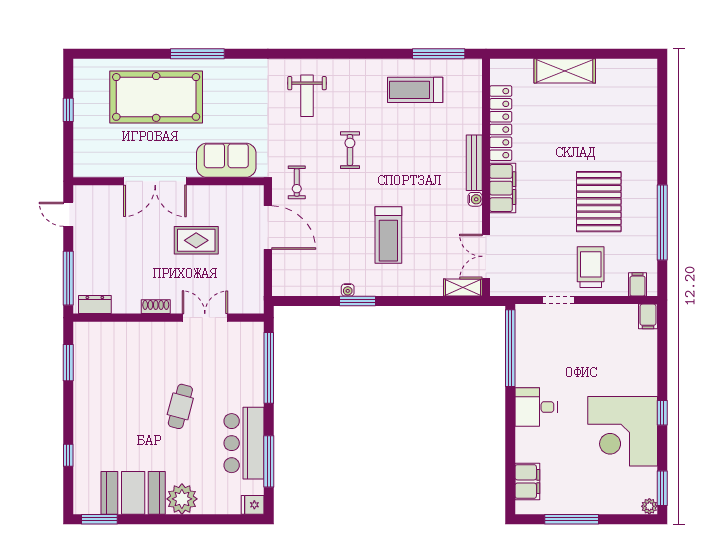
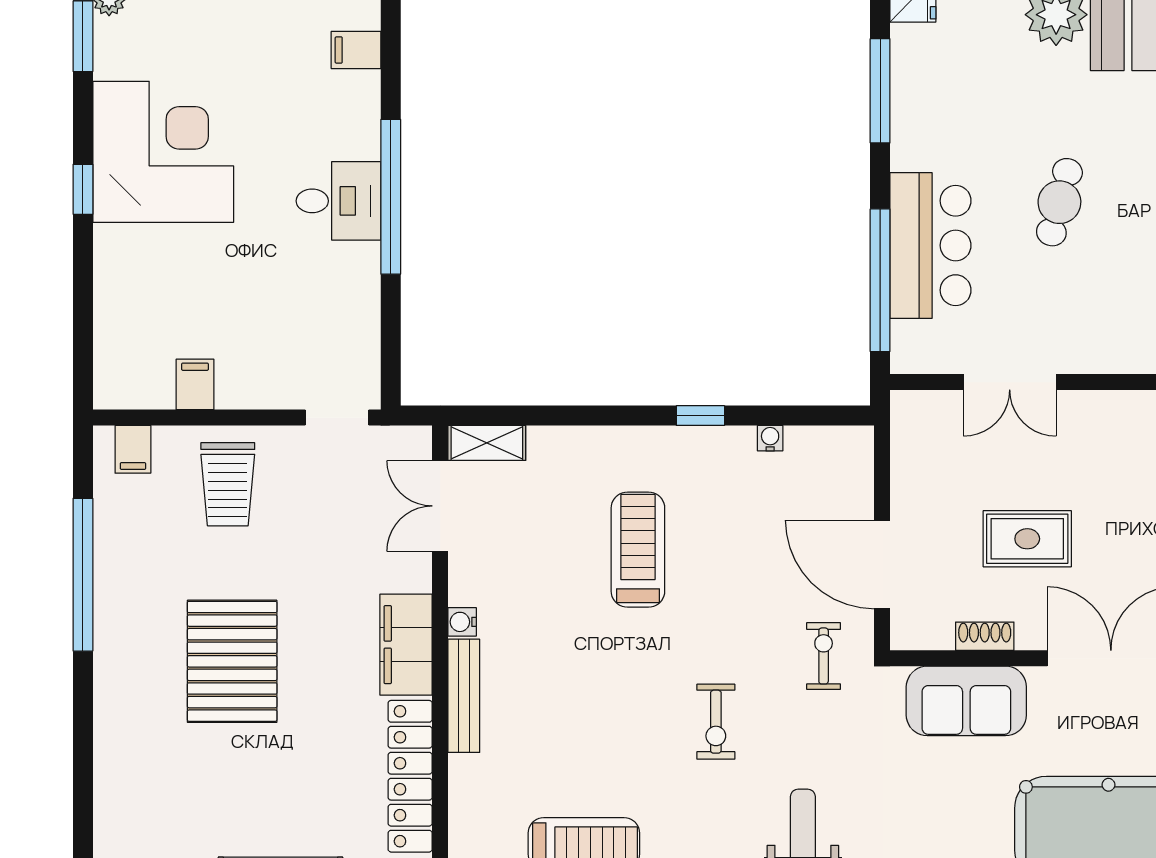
pallet: (599, 202) -> (232, 661), moved
double door: (486, 256) -> (440, 506), swing flipped
water cooler: (348, 290) -> (770, 438), moved
doorway: (558, 300) -> (337, 418), moved
window: (358, 301) -> (700, 416), width x0.67
shoe rack: (156, 307) -> (985, 636), moved, turned 180
filing cabinet: (648, 316) -> (195, 384), moved
window: (510, 348) -> (391, 197), moved
bar counter: (244, 443) -> (930, 245), moved
filing cabinet: (527, 481) -> (356, 50), width x0.50

